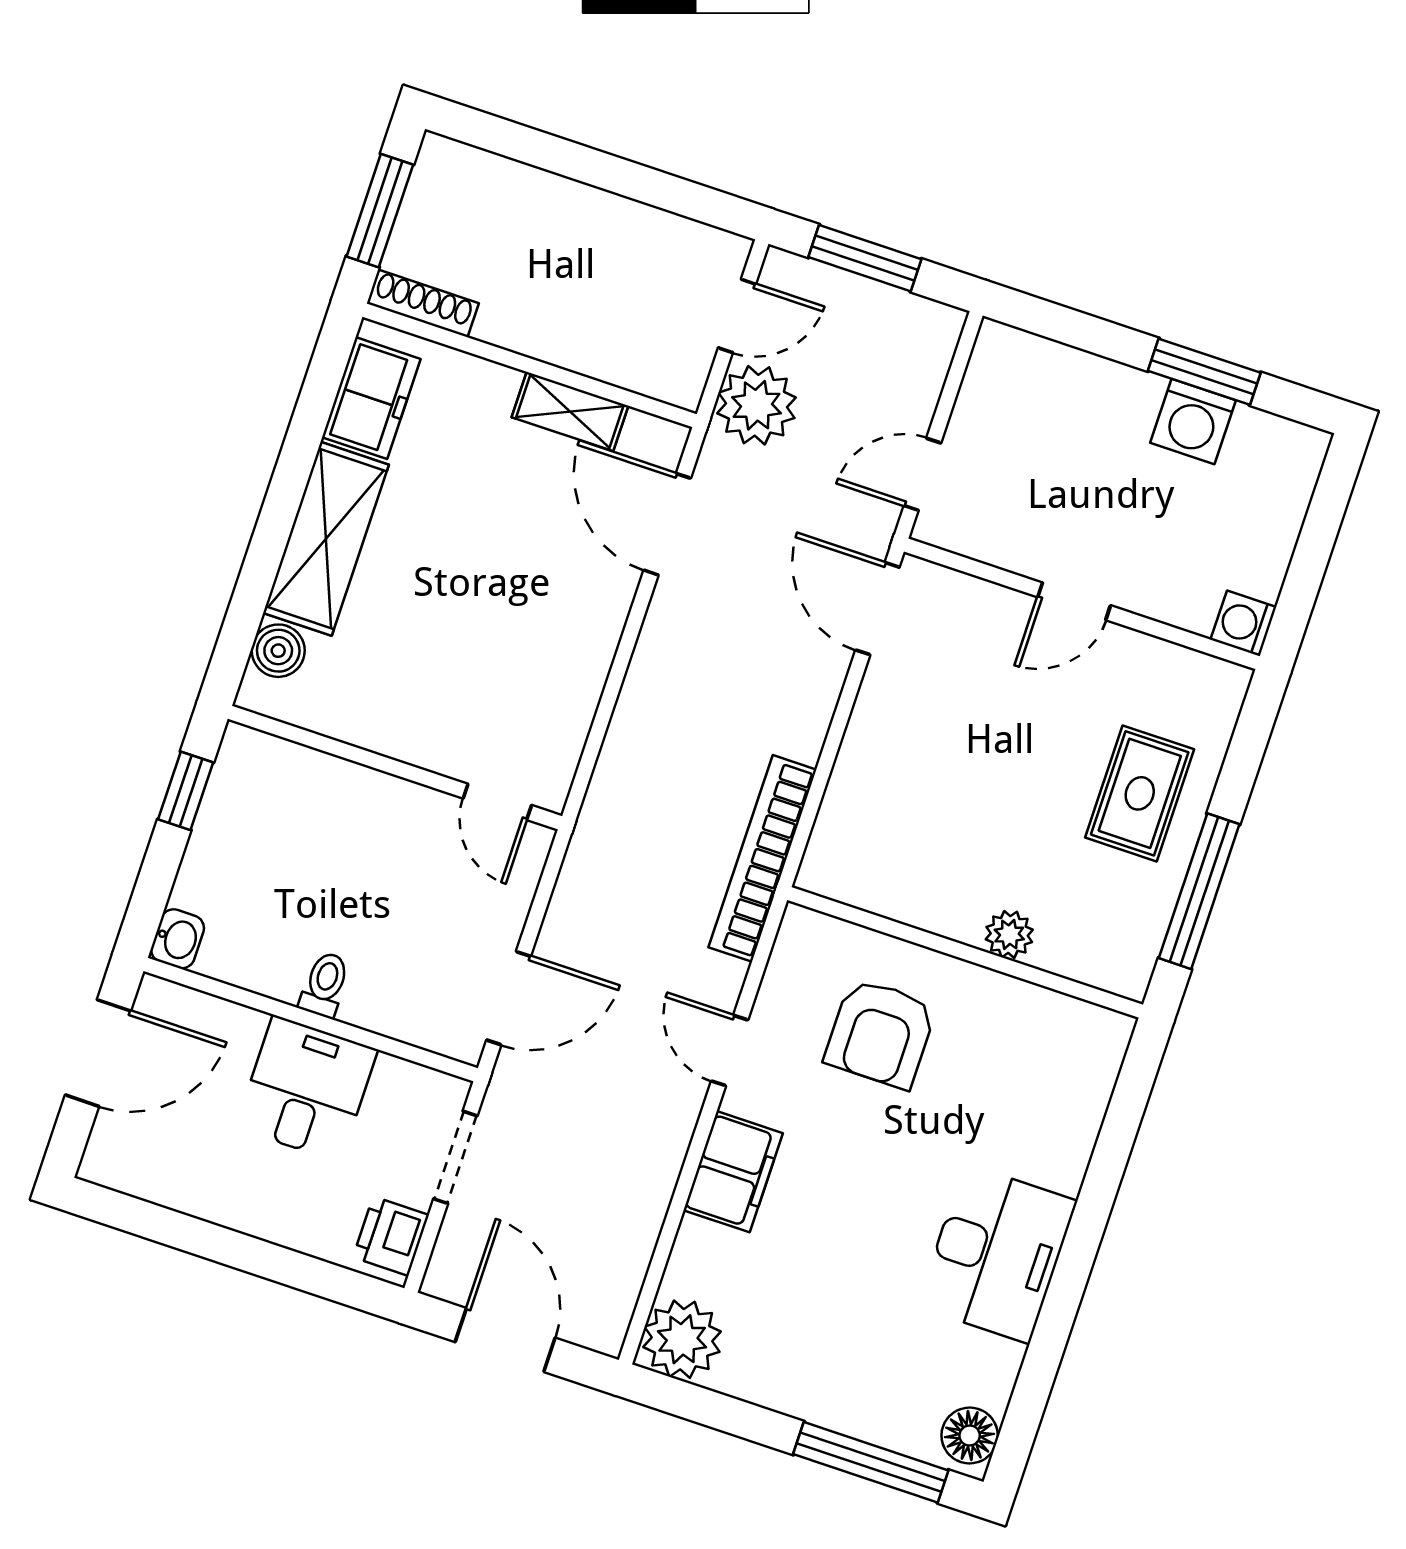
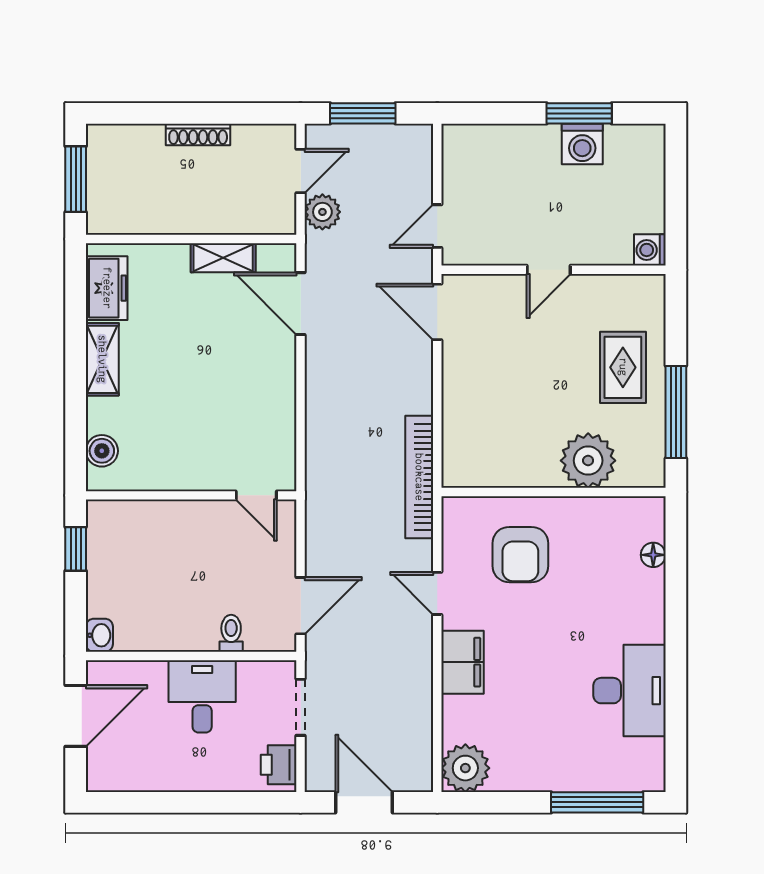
shoe rack: (423, 303) -> (198, 134), moved, turned 180
plant: (756, 405) -> (322, 212), width x0.73, depth x0.73
shelving: (326, 539) -> (102, 359), width x0.67, depth x0.75
plant: (1009, 935) -> (588, 461), width x1.88, depth x1.88
toilet: (325, 985) -> (231, 633), moved
desk: (997, 1254) -> (629, 691), moved
floor lamp: (970, 1436) -> (653, 555), moved, width x0.73, depth x0.73

